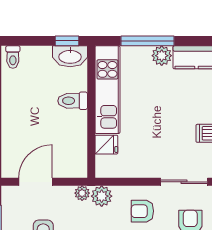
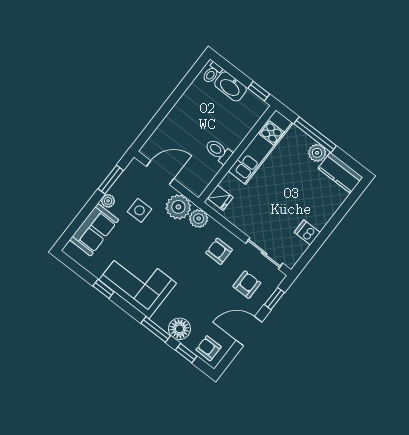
washbasin: (70, 56) -> (231, 86), moved
toilet: (73, 101) -> (219, 151), moved
fridge: (106, 145) -> (220, 198), moved
plant: (82, 193) -> (178, 207), width x1.87, depth x1.87

